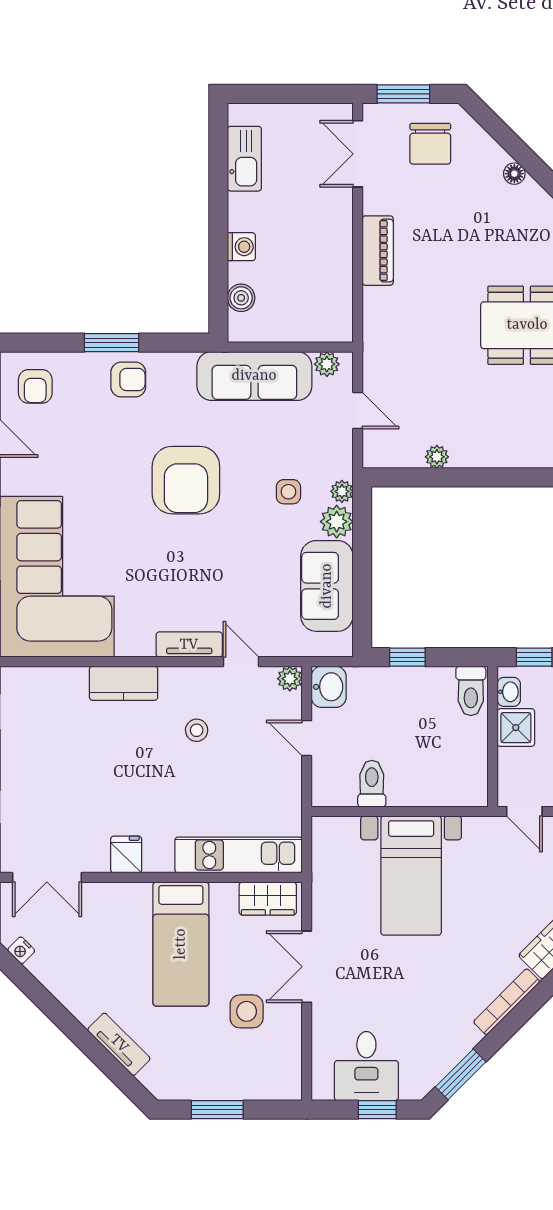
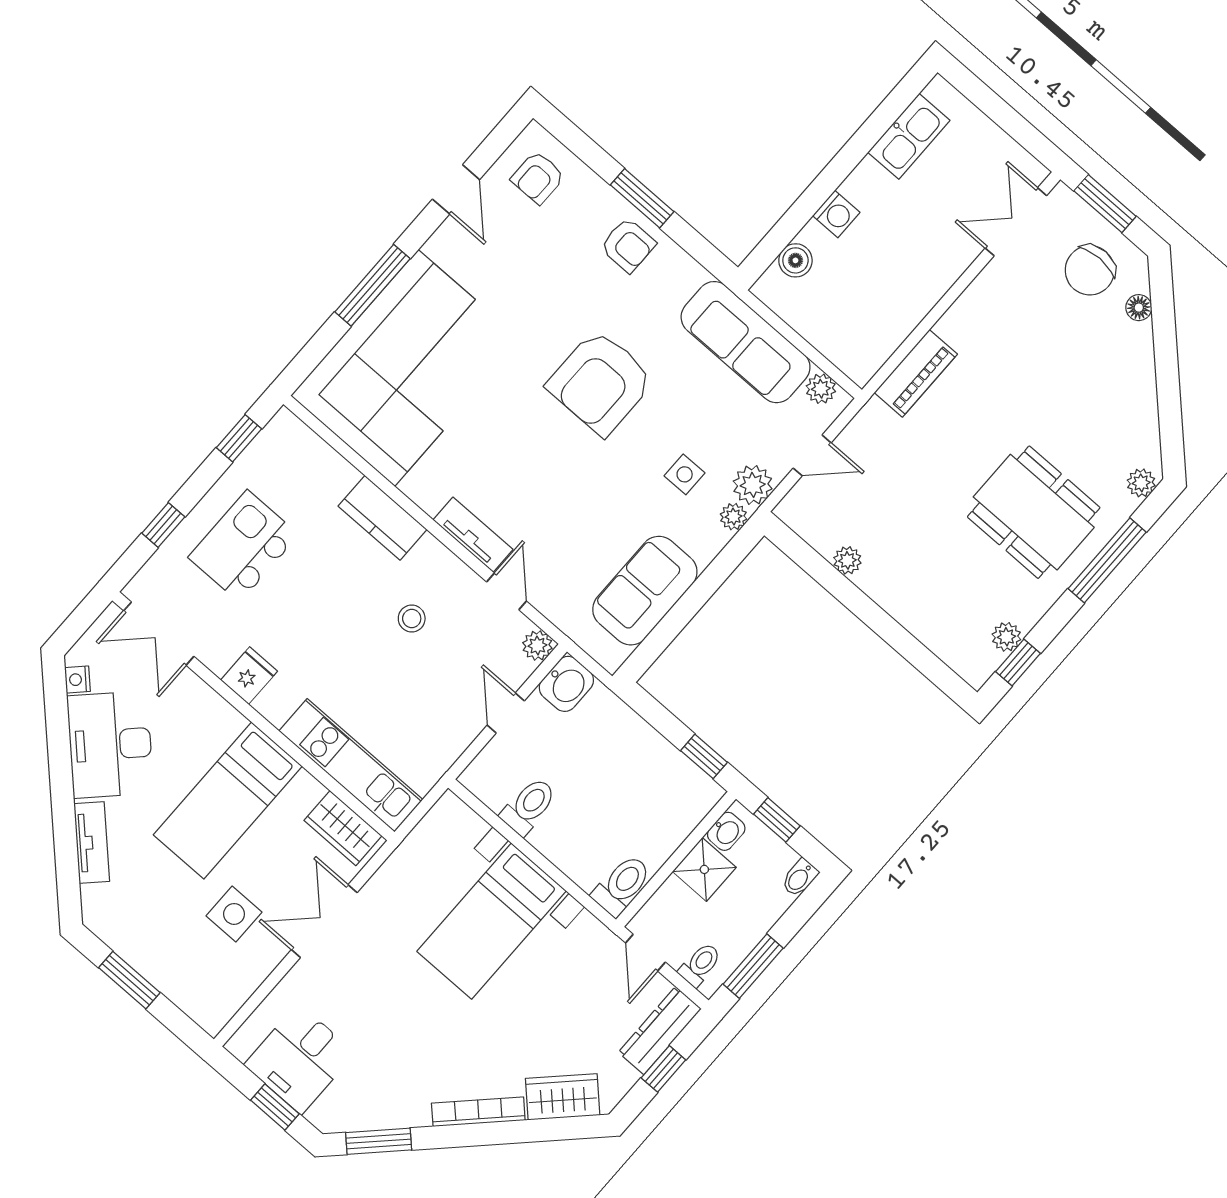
floor lamp: (514, 174) -> (1139, 308), moved
piano: (378, 251) -> (916, 373), moved
door: (358, 410) -> (812, 455), hinge flipped
plant: (337, 522) -> (753, 485), moved
window: (407, 657) -> (704, 756), moved
toilet: (471, 691) -> (622, 885), moved, turned 180
kitchen island: (52, 777) -> (243, 546), added
desk: (77, 973) -> (110, 745), added

